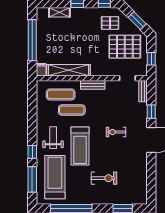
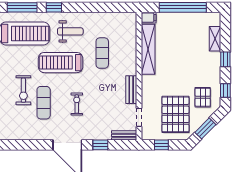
bench: (93, 85) -> (131, 90), moved
exercise mat: (61, 94) -> (44, 103), moved

